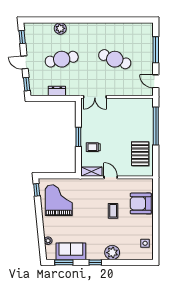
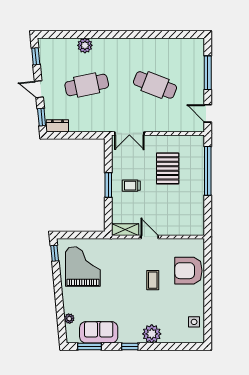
dresser: (57, 91) -> (57, 126), moved
trolley: (93, 147) -> (131, 186), moved
pallet: (140, 154) -> (168, 168), moved

